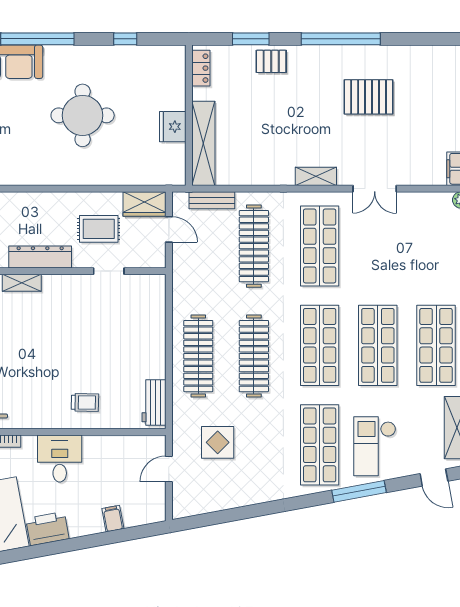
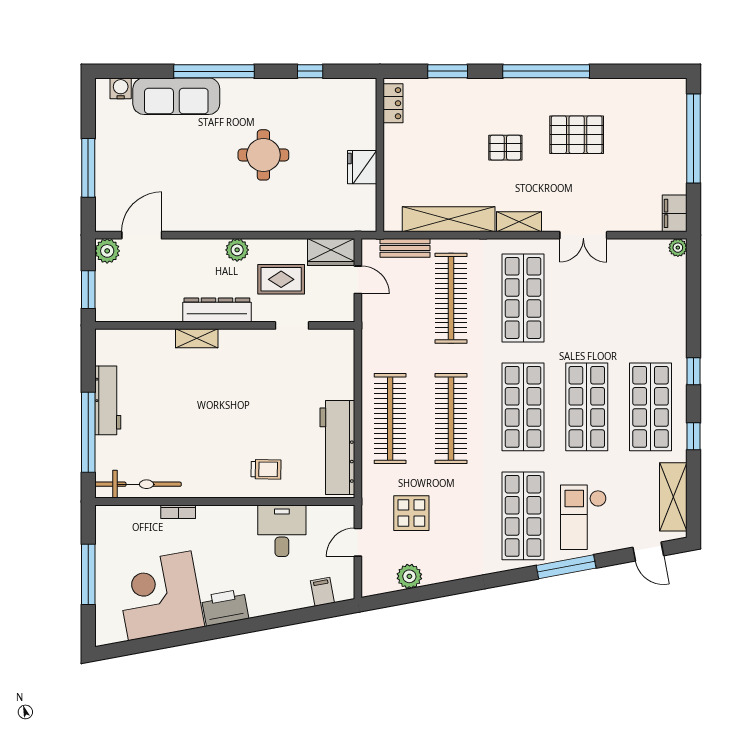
pallet: (271, 61) -> (505, 148), moved
round table: (83, 115) -> (263, 155), width x0.73, depth x0.73
shelving: (203, 143) -> (449, 219), moved, turned 90
plant: (59, 202) -> (237, 250), added
workbench: (154, 403) -> (337, 447), width x1.88, depth x1.32
desk: (60, 458) -> (282, 531), moved
plant: (216, 500) -> (409, 576), added
filing cabinet: (113, 519) -> (322, 592), moved

